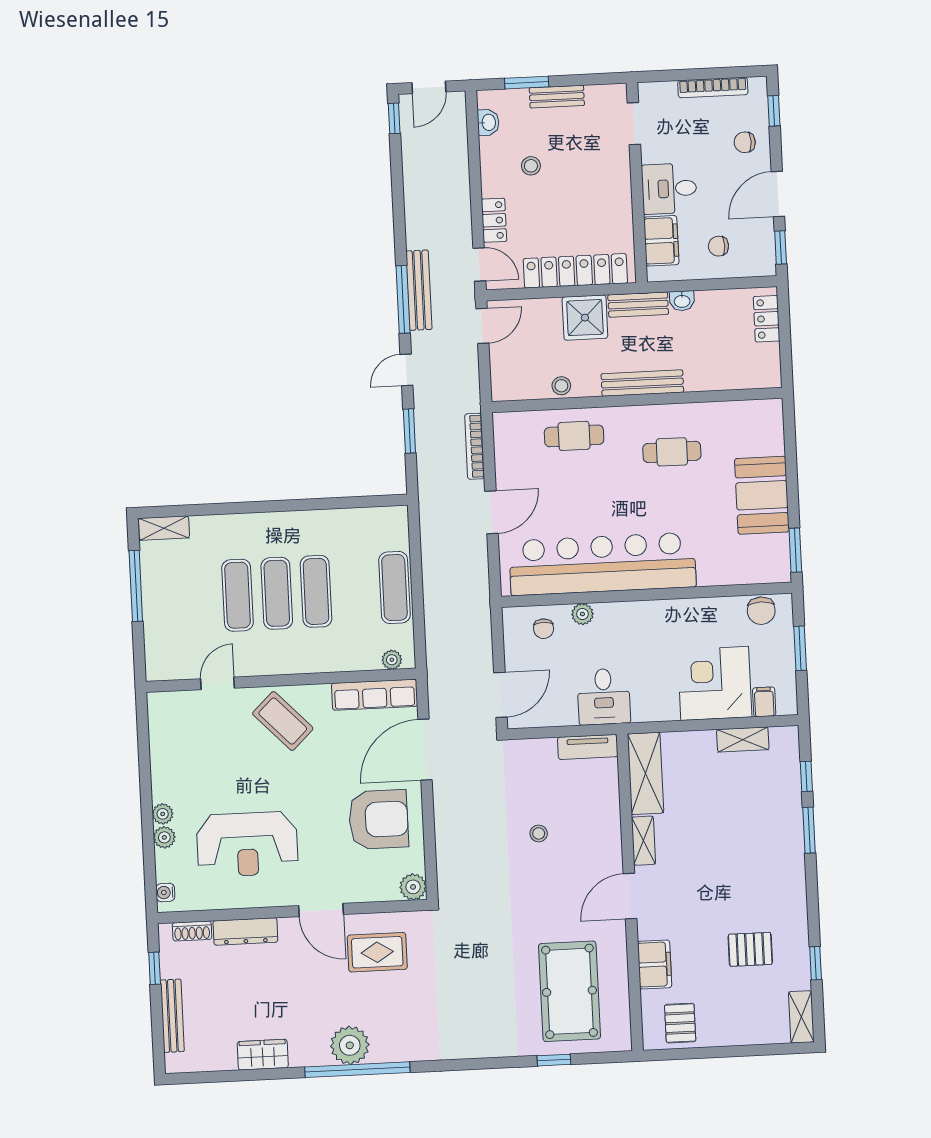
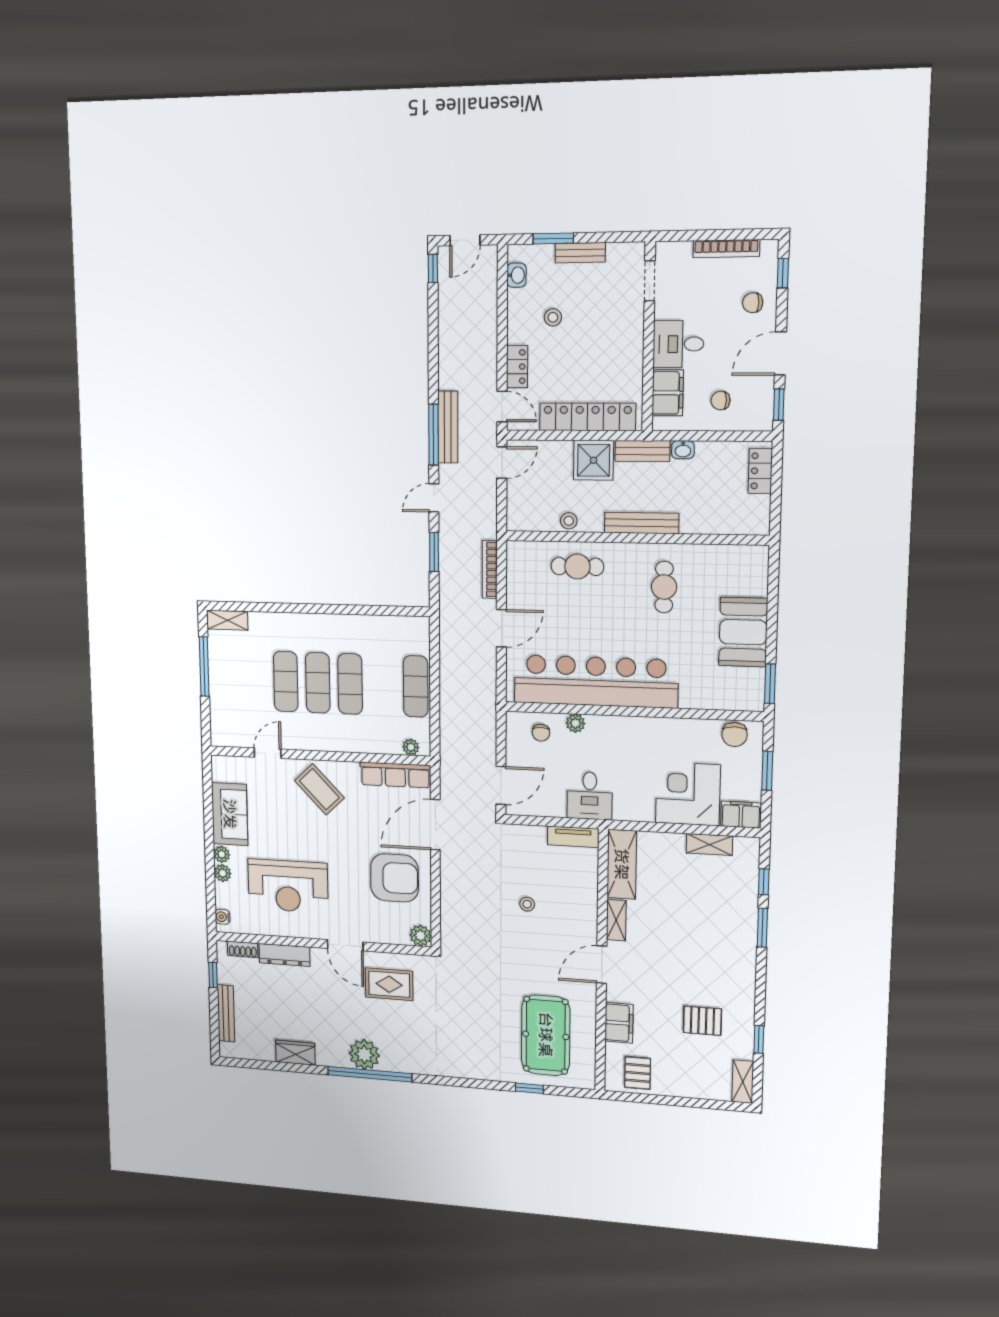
cafe table: (672, 452) -> (664, 587), turned 90
filing cabinet: (764, 702) -> (741, 815), width x2.00
sofa: (172, 763) -> (230, 814), added

